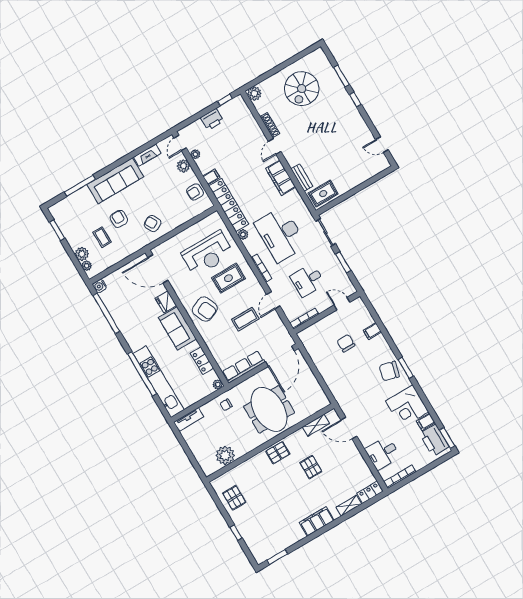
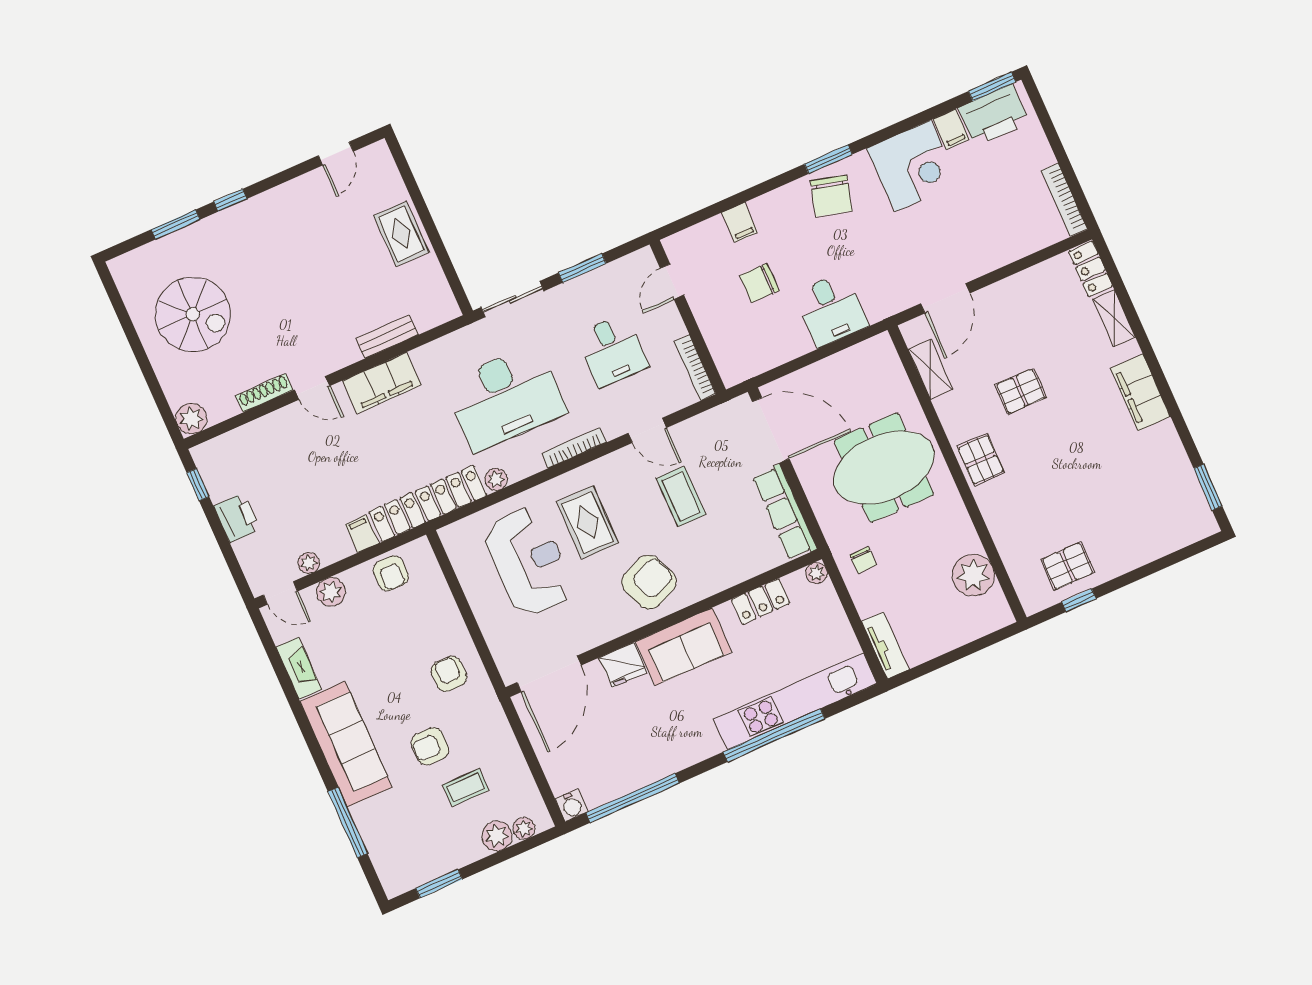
rug: (323, 194) -> (401, 234), moved
armchair: (153, 224) -> (449, 674), turned 118
desk: (383, 453) -> (831, 309), moved
window: (236, 533) -> (1079, 600), moved

